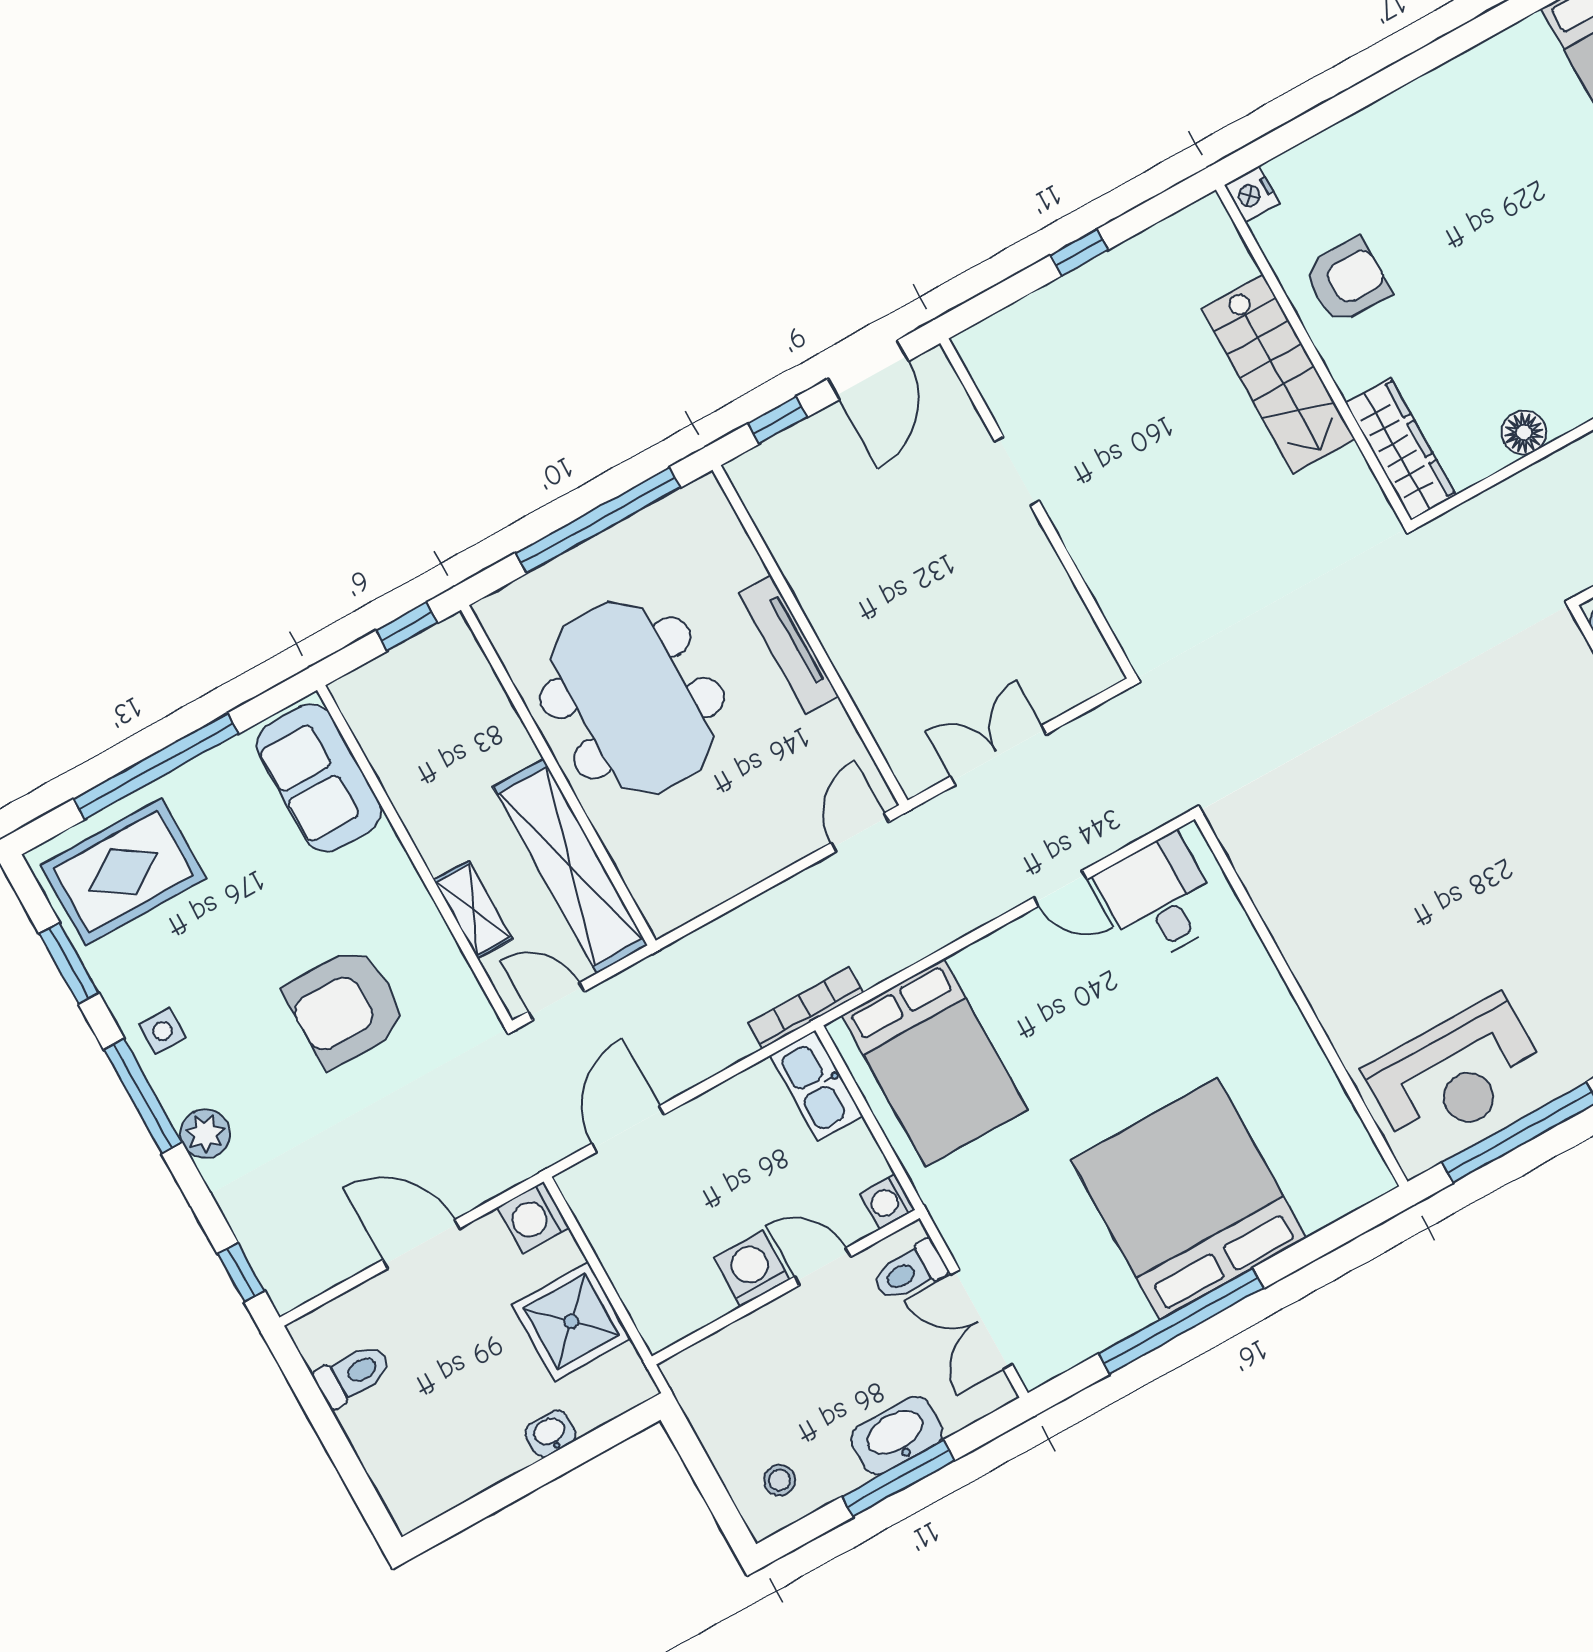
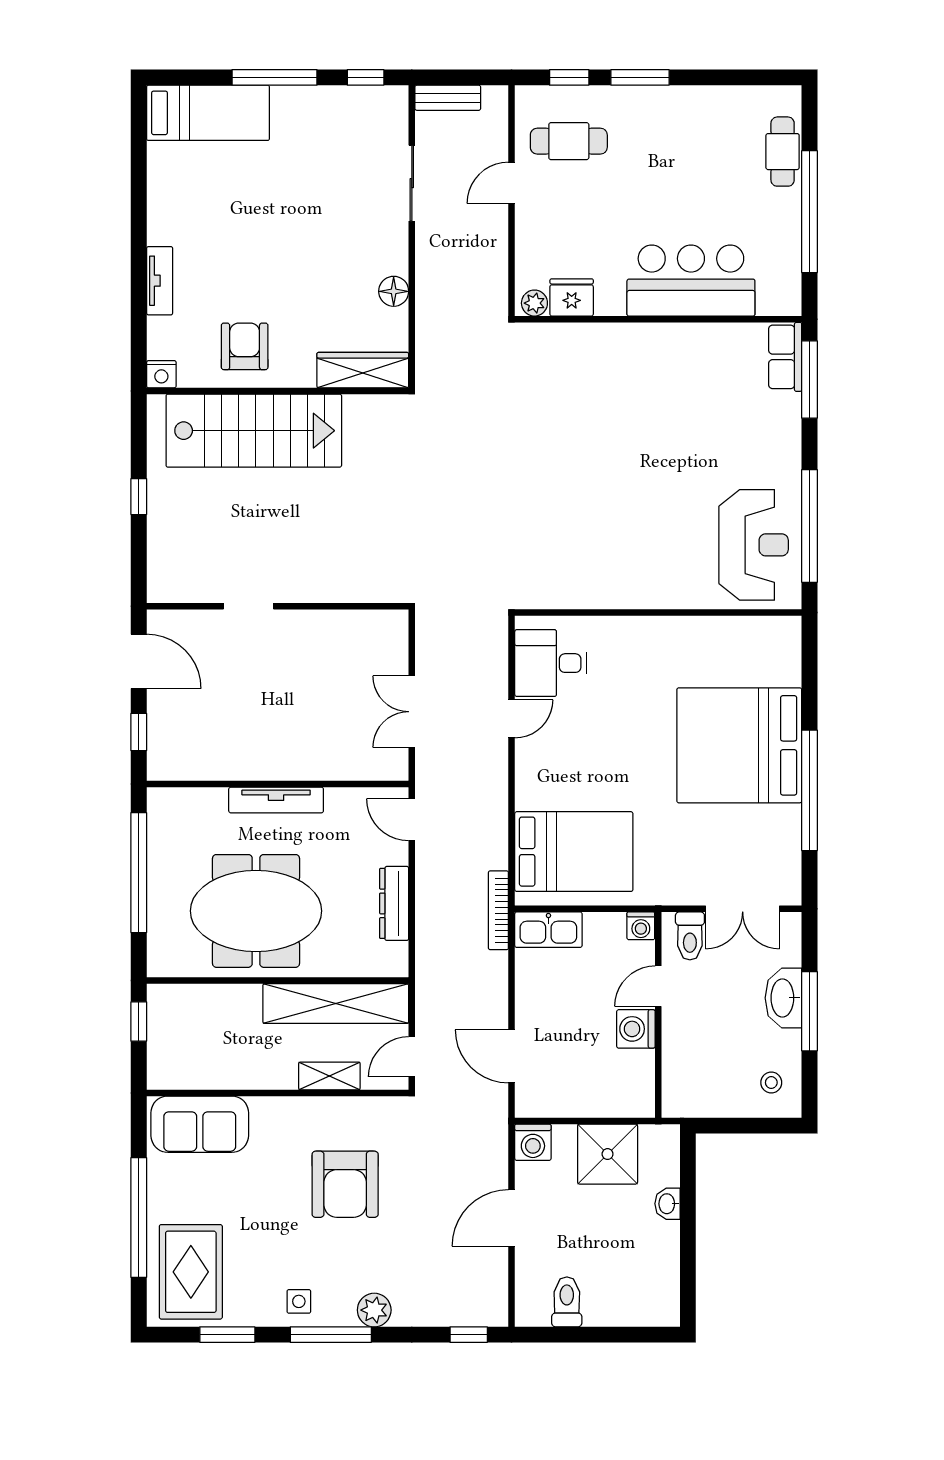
tv unit: (1371, 125) -> (160, 281), added
stairs: (1278, 374) -> (254, 431), width x1.36, depth x1.51
dresser: (740, 870) -> (394, 903), added

